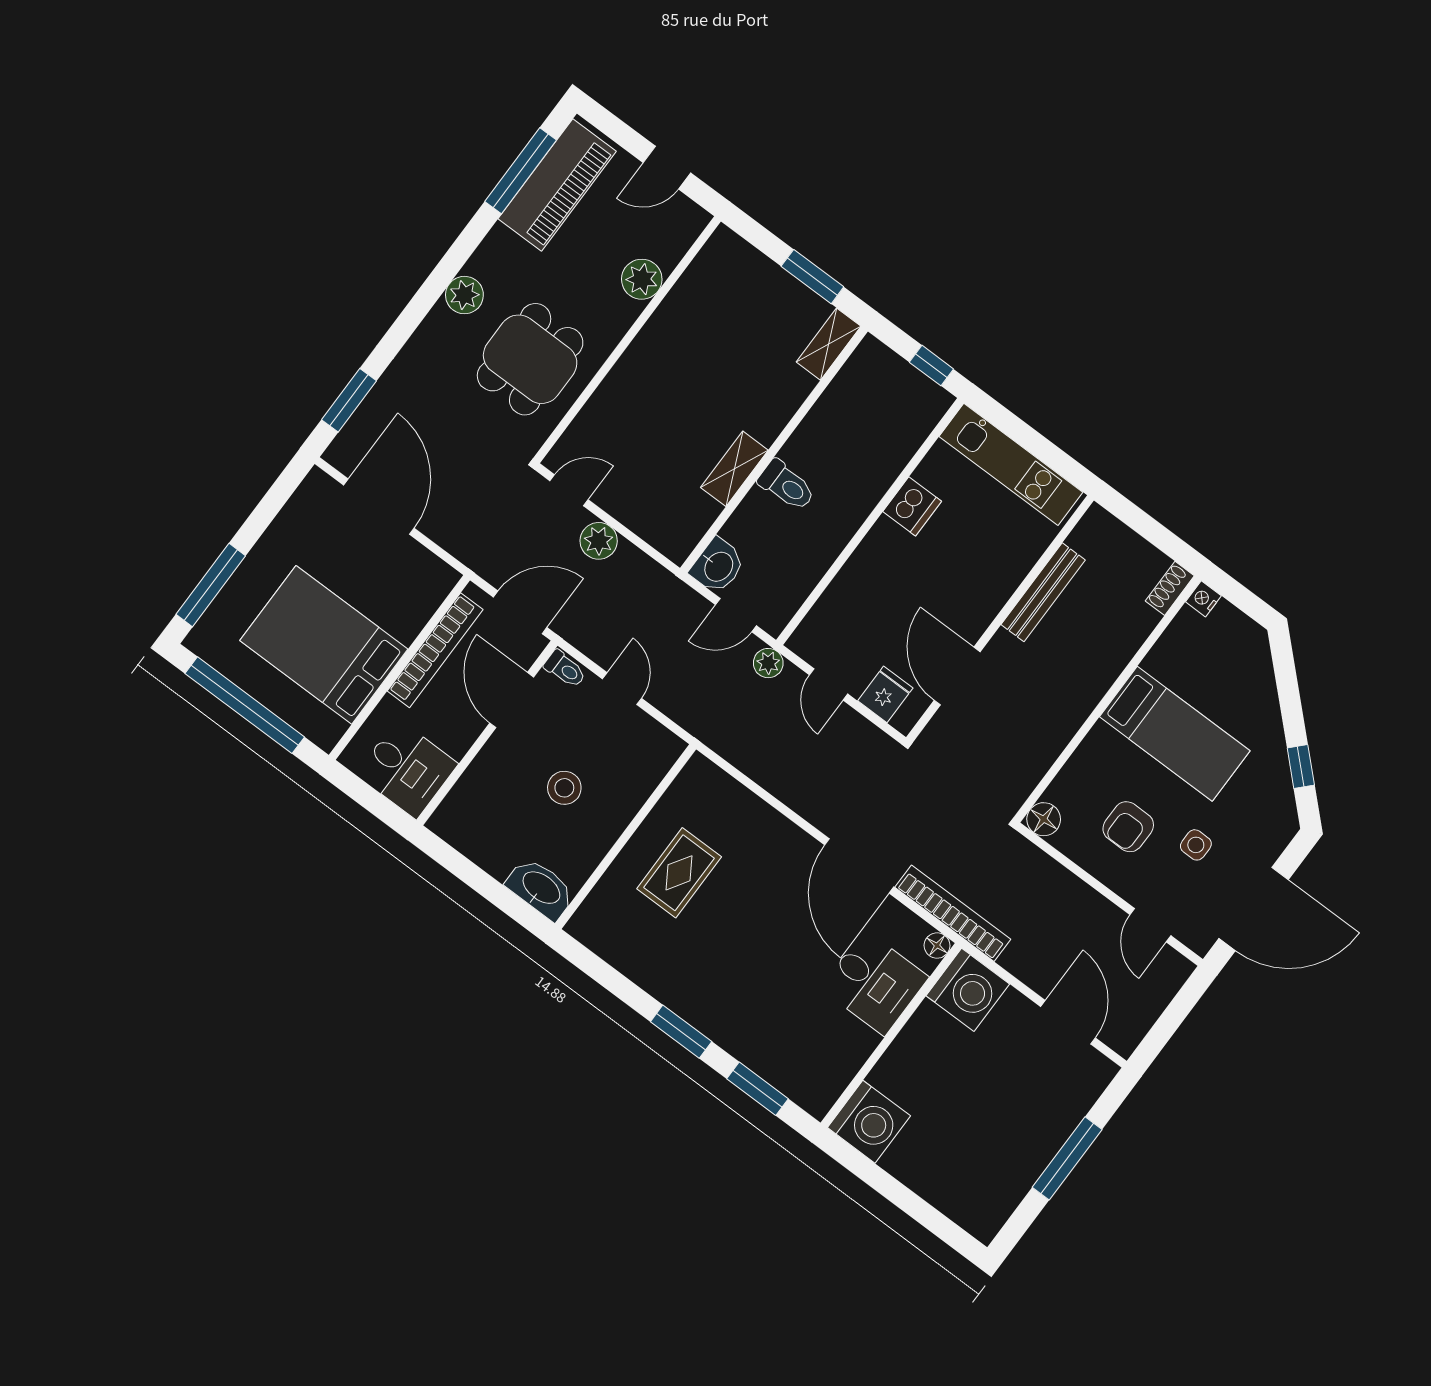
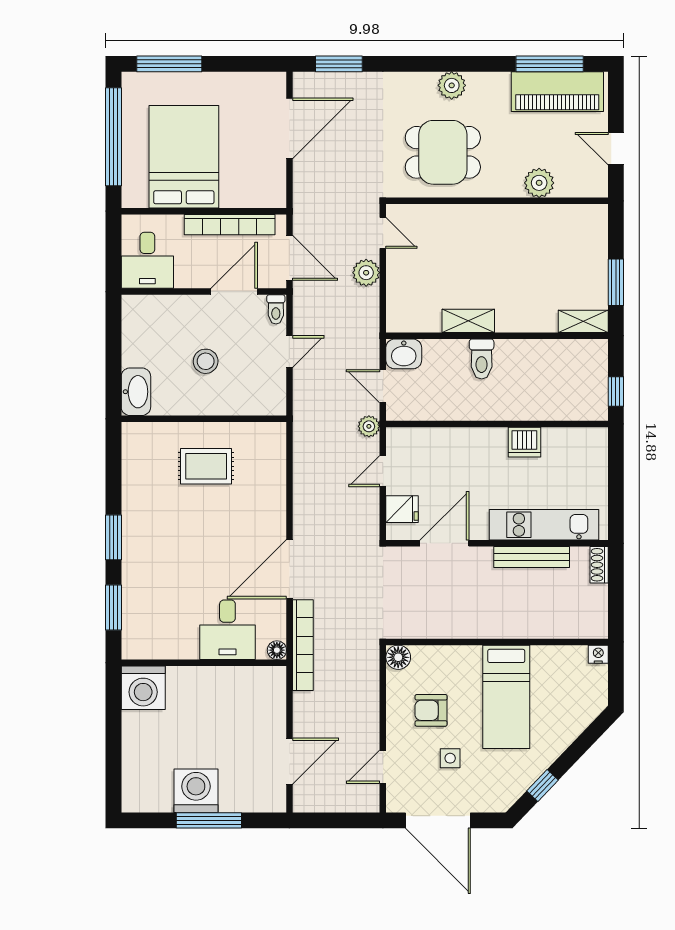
kitchen unit: (1011, 464) -> (544, 525), moved, turned 90
shoe rack: (1170, 588) -> (599, 565), moved, turned -90
washing machine: (968, 990) -> (196, 791), moved, turned 180

